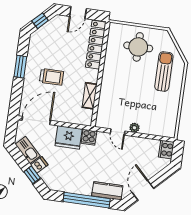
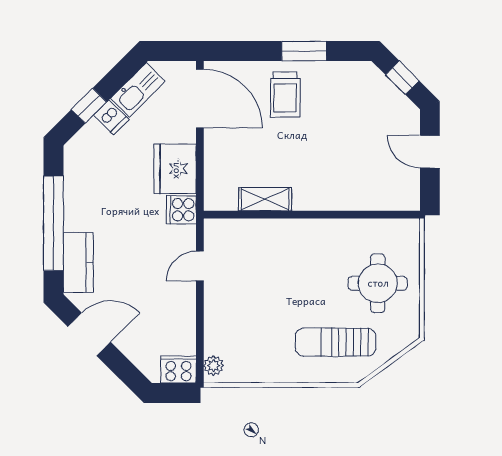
locker: (96, 45) -> (370, 197), removed
sun lounger: (164, 71) -> (336, 342), turned 180
trolley: (52, 77) -> (285, 95), moved
plant: (135, 128) -> (214, 366), moved

